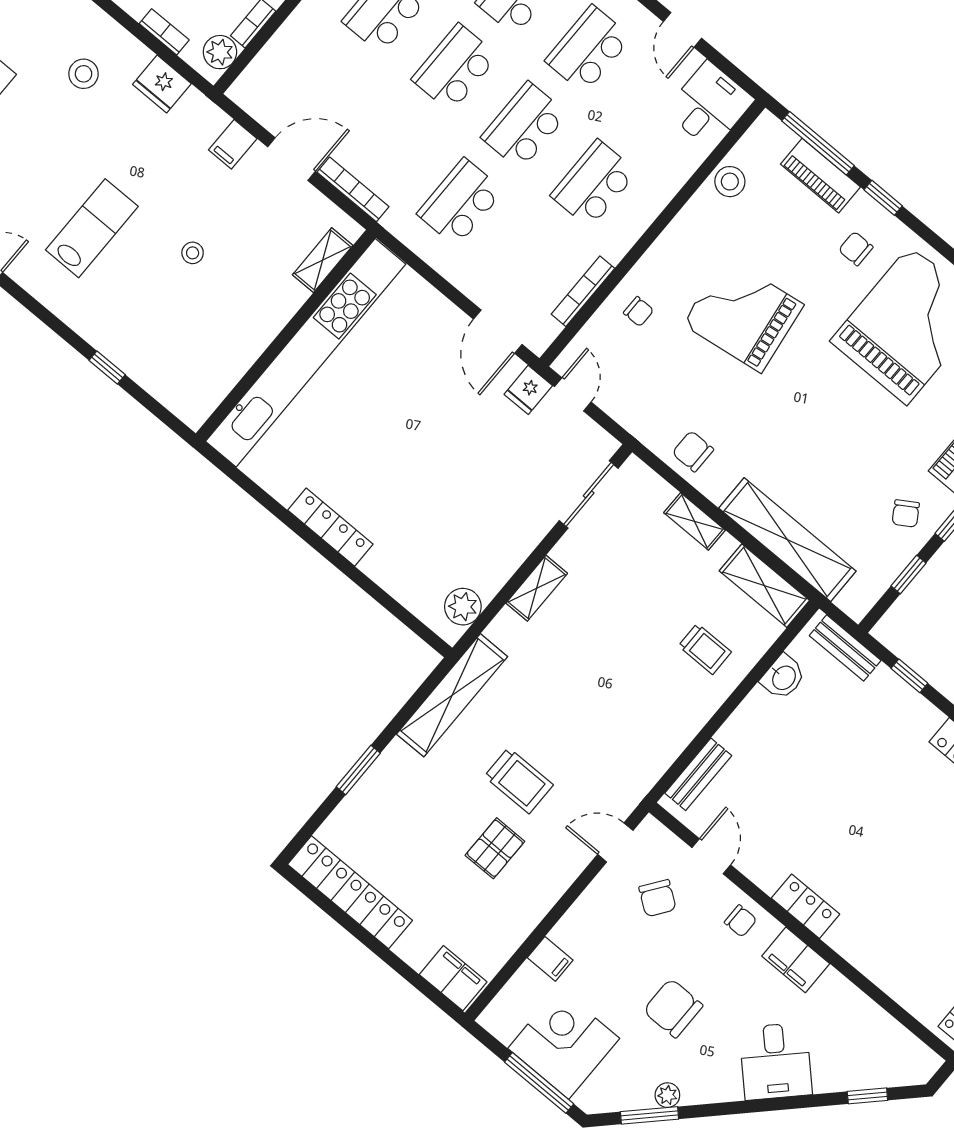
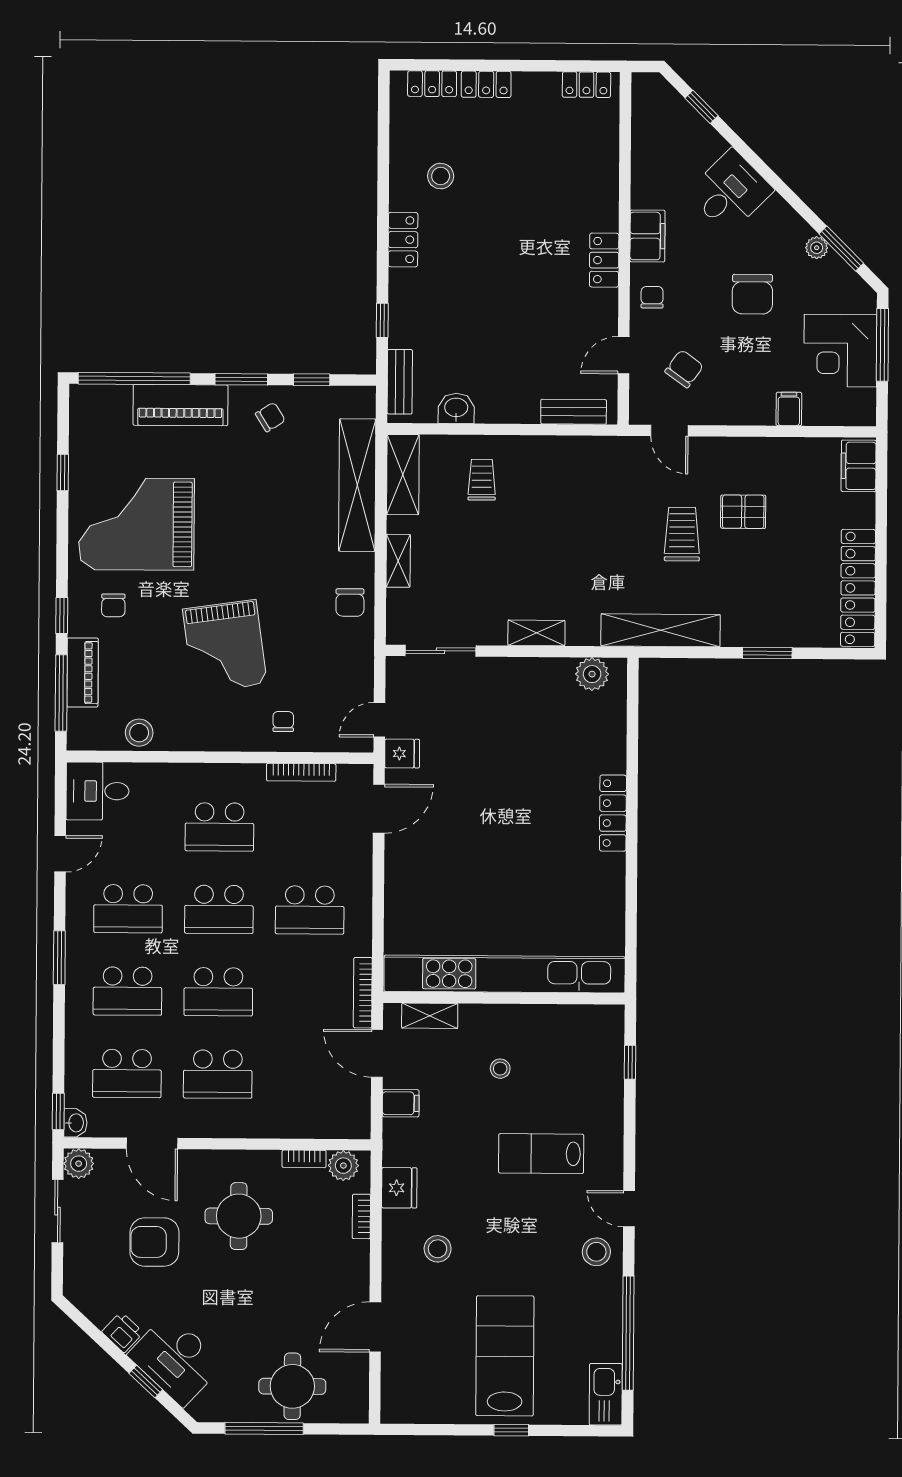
shelving: (323, 260) -> (430, 1016), moved
wall: (286, 336) -> (504, 998), moved
kitchen unit: (306, 353) -> (505, 974), moved

